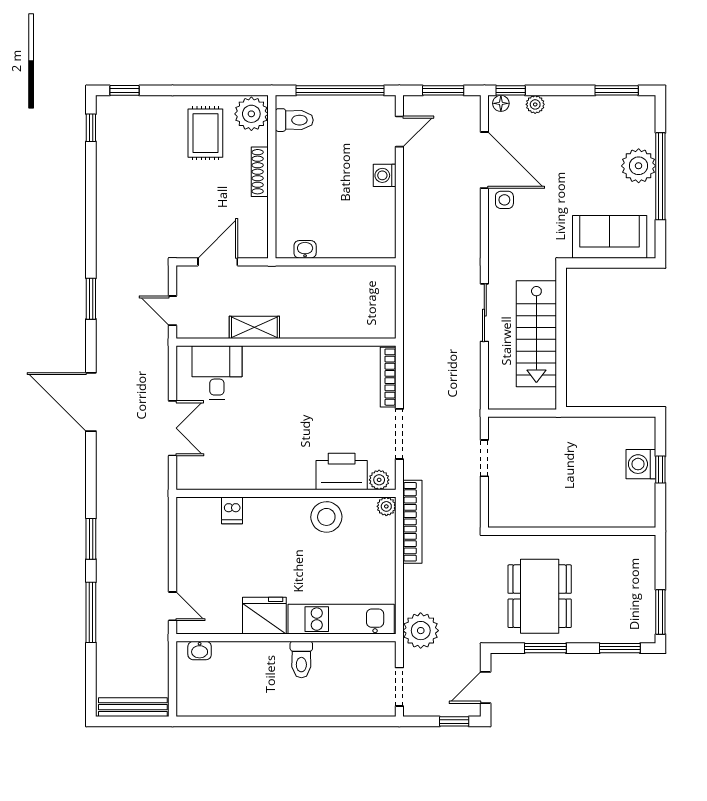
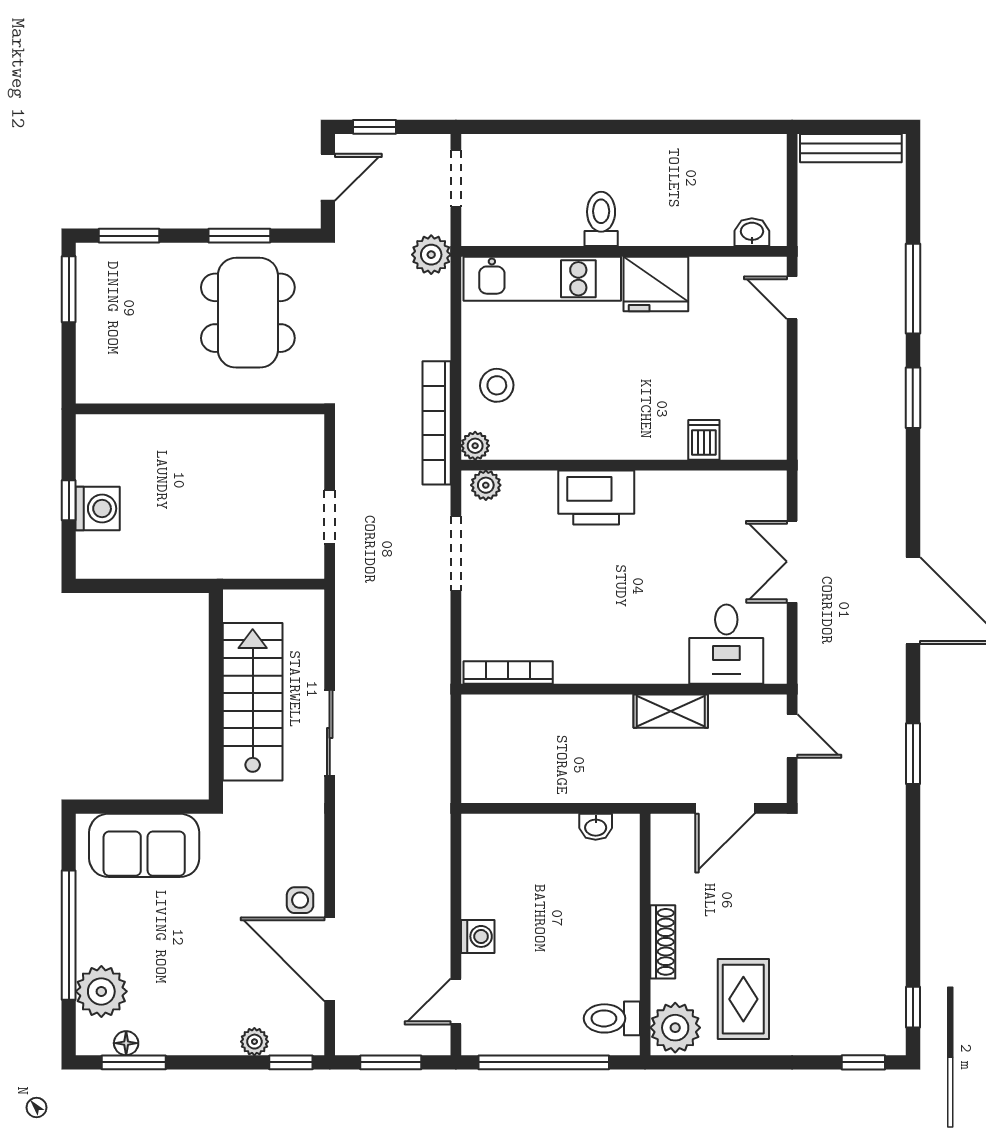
floor lamp: (501, 103) -> (126, 1043), moved
plant: (639, 166) -> (101, 991), moved
bookcase: (388, 377) -> (508, 673), moved, turned -90
printer: (342, 471) -> (596, 497), moved
stool: (326, 517) -> (497, 385), moved, width x0.73, depth x0.73
plant: (421, 631) -> (431, 255), width x0.73, depth x0.73

